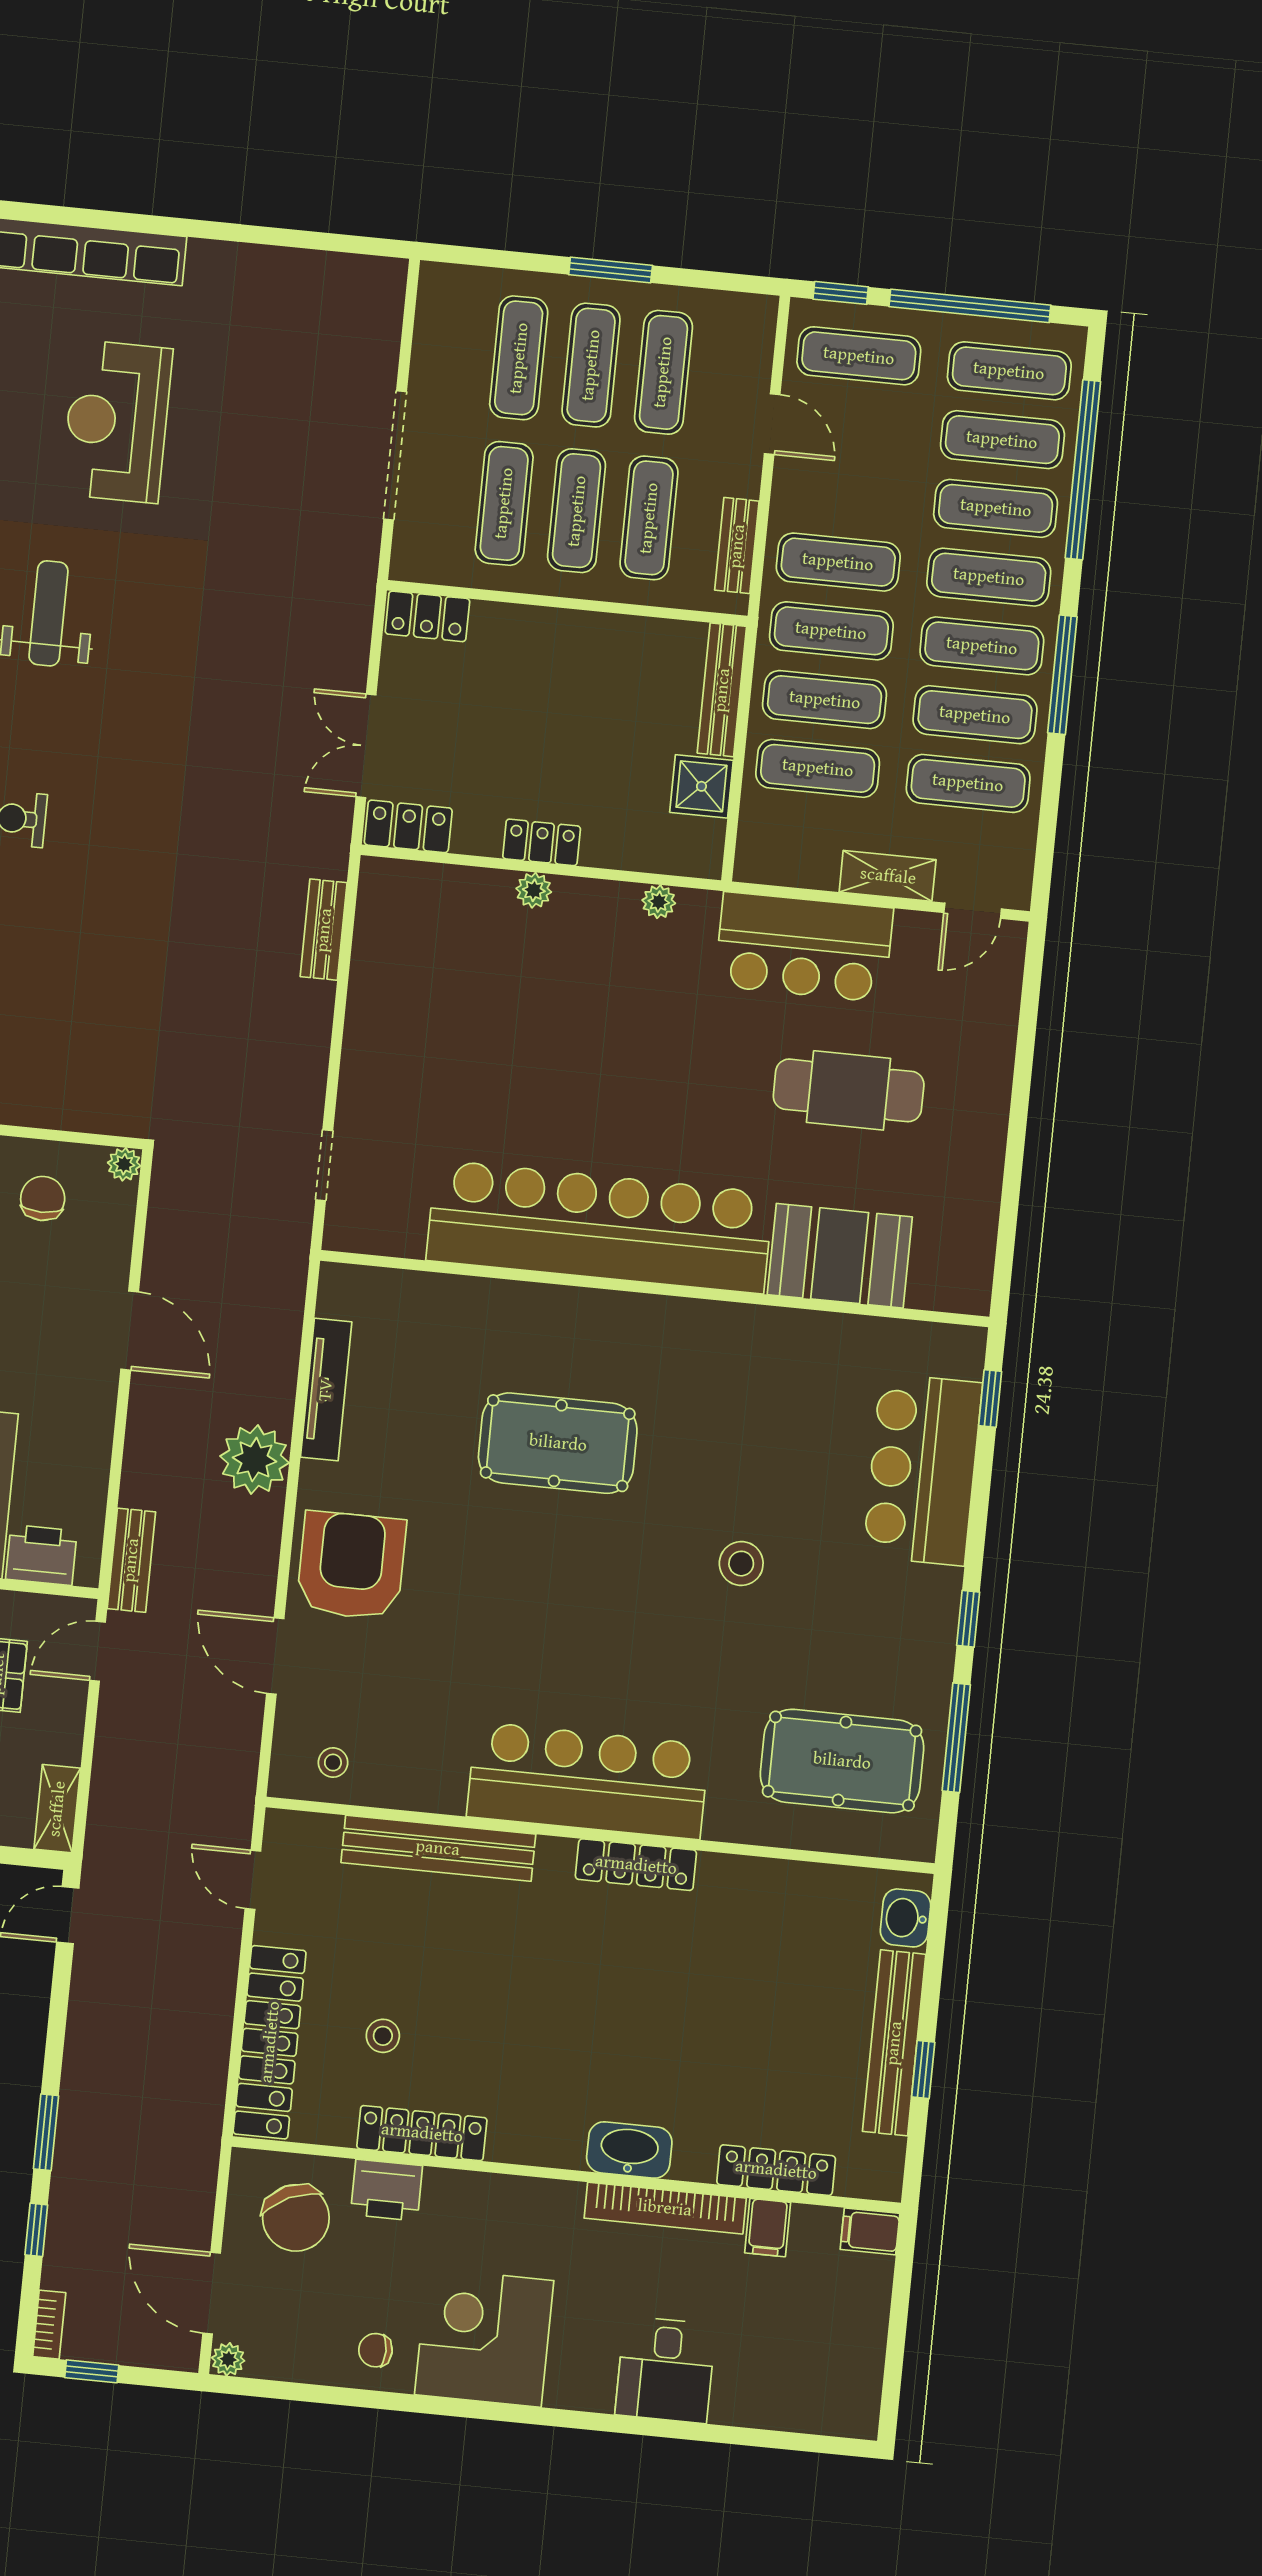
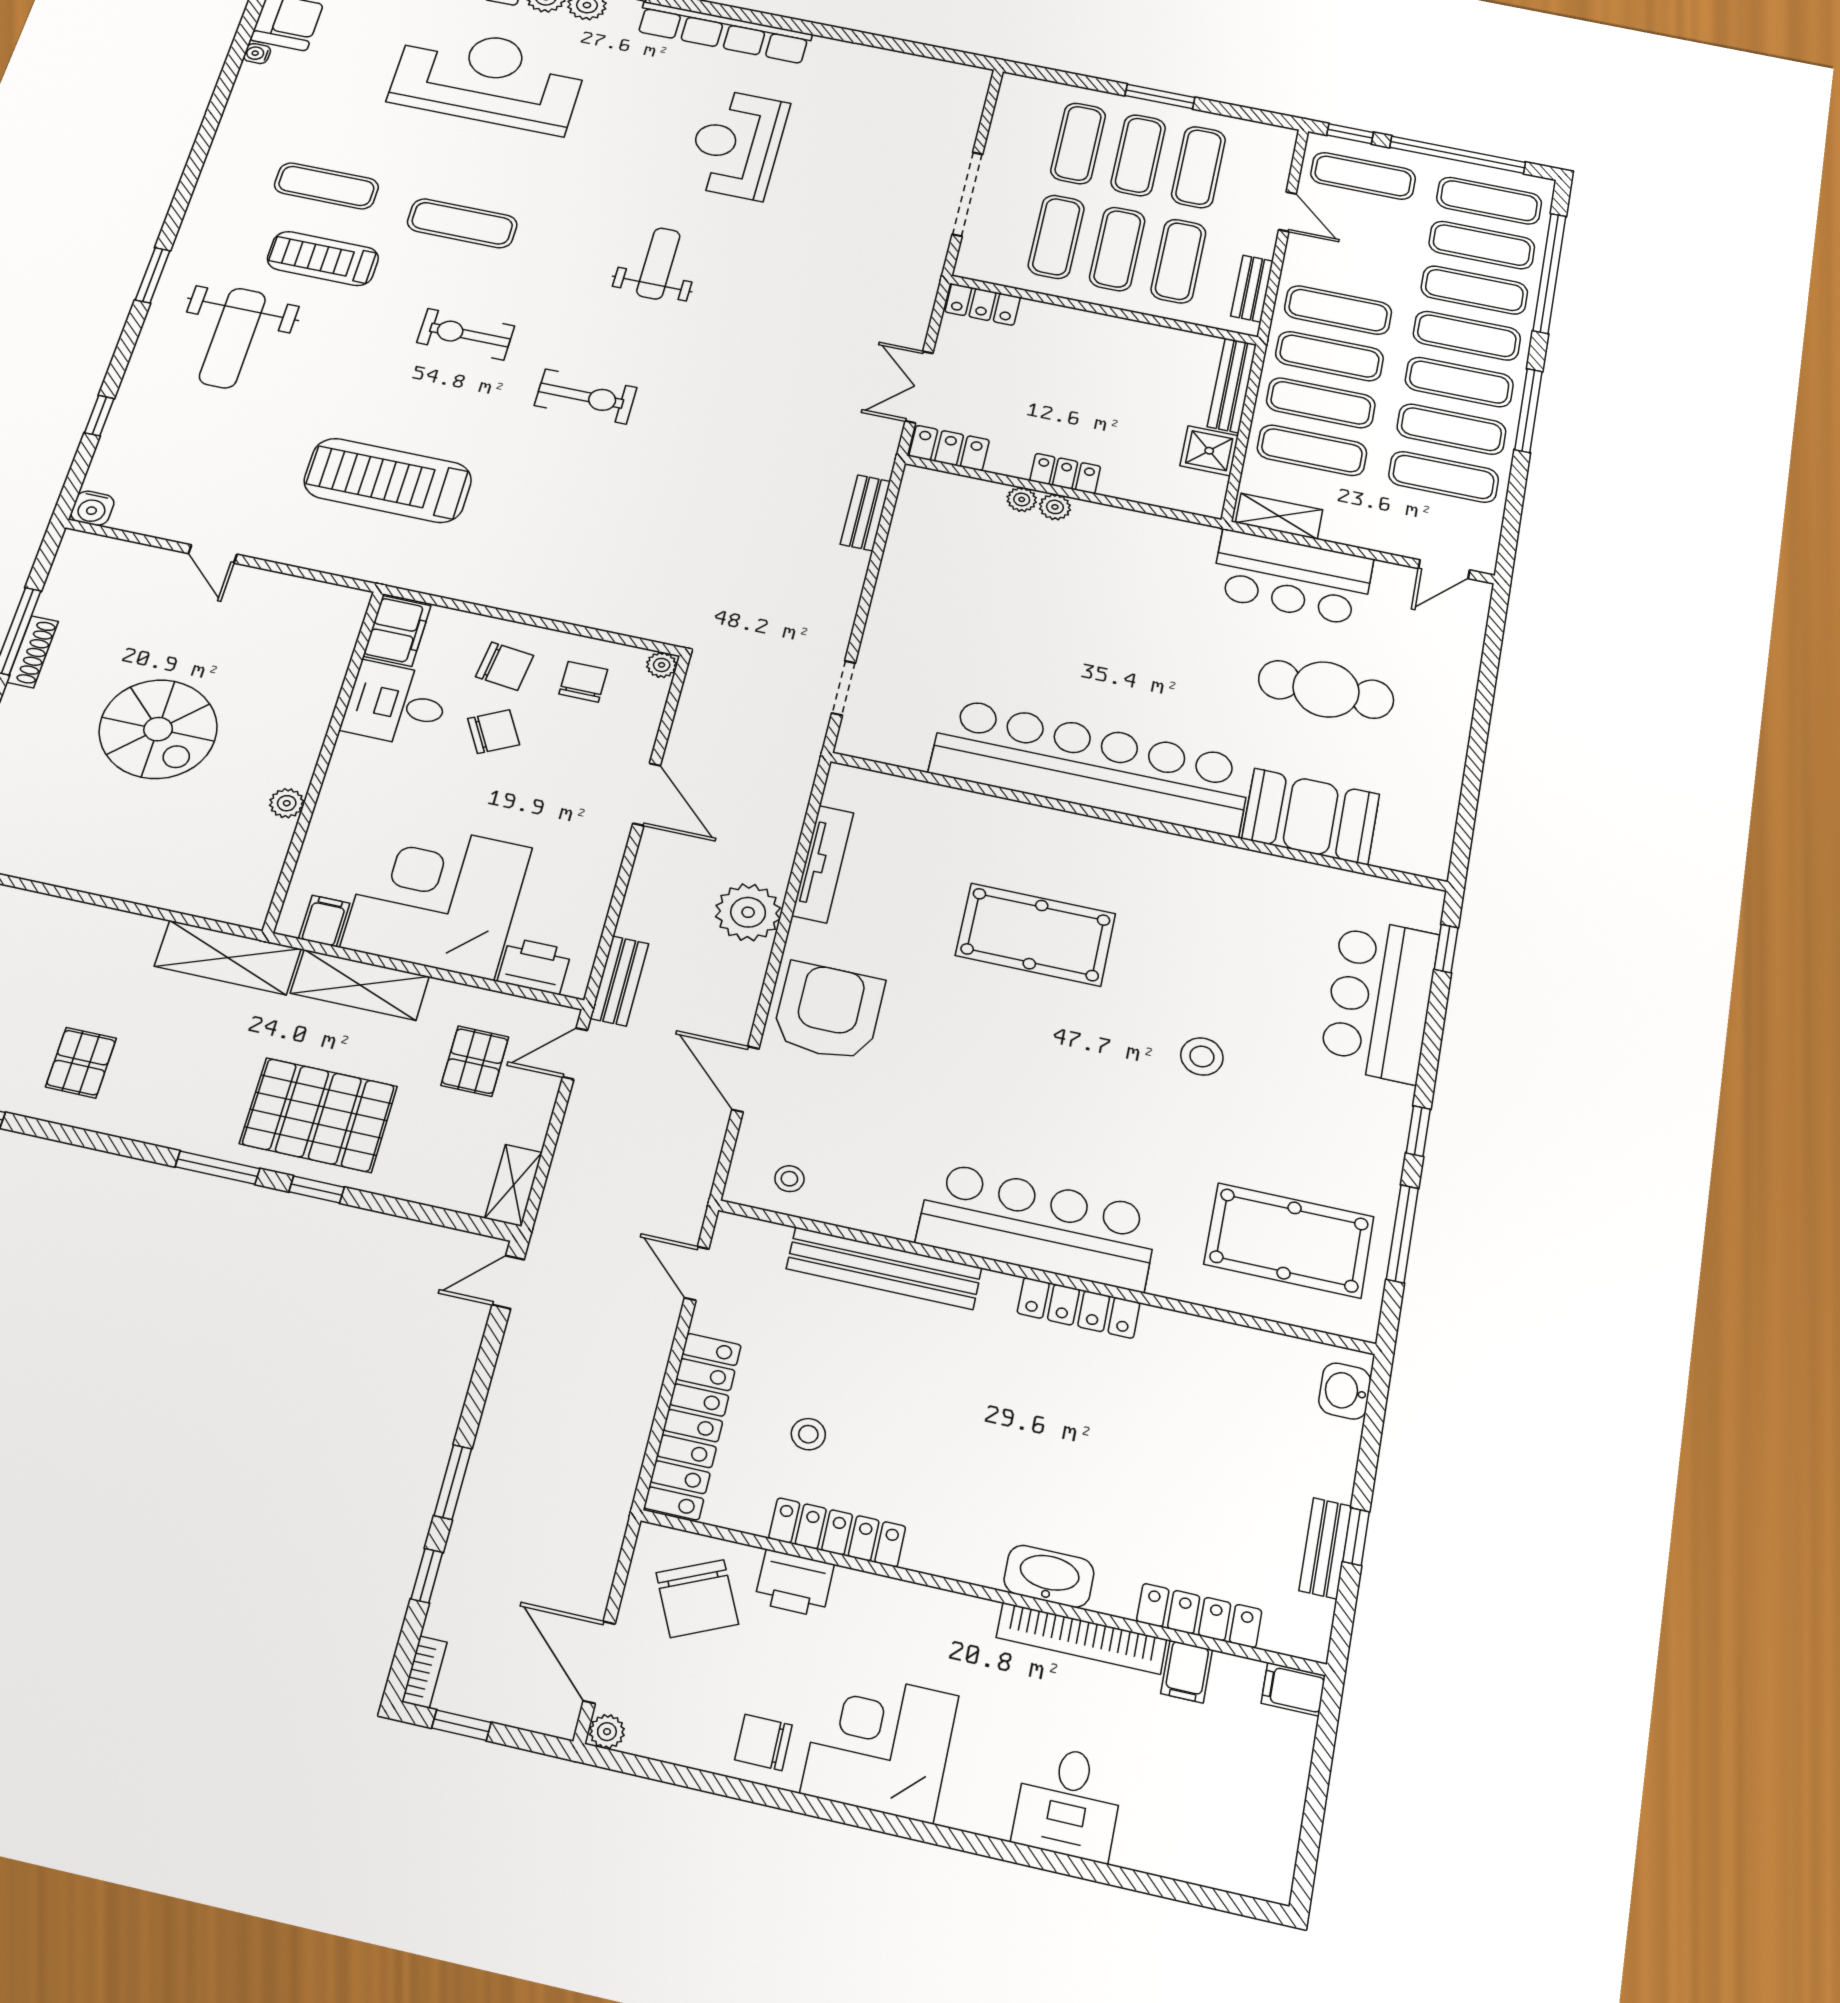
shelving: (888, 876) -> (1279, 516), moved
plant: (659, 902) -> (1022, 499), moved
bench: (894, 2043) -> (1325, 1548), width x0.54, depth x0.82
chair: (375, 2350) -> (763, 1742), width x1.37, depth x1.37

